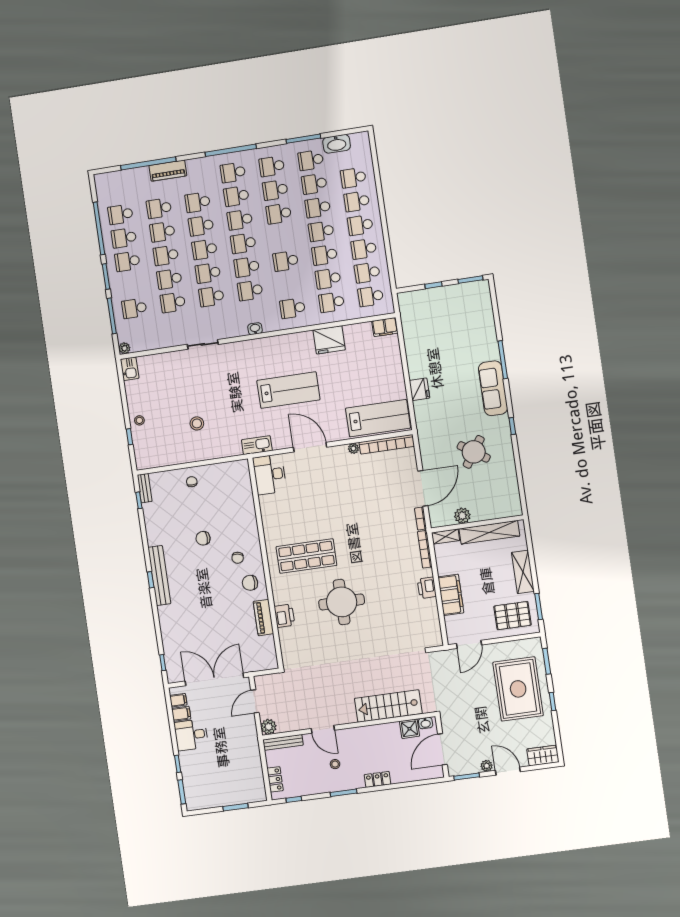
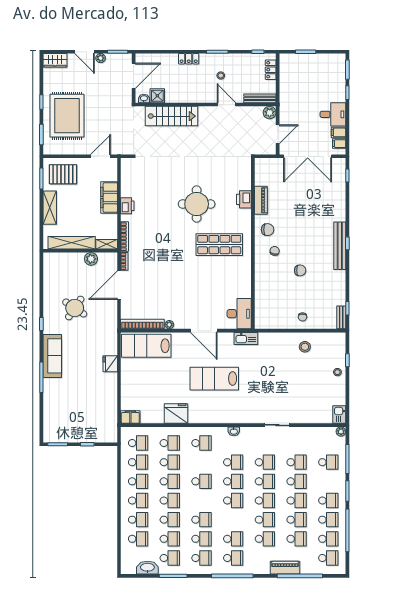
school desk: (240, 220) -> (328, 558), moved
stool: (197, 423) -> (305, 347), moved

